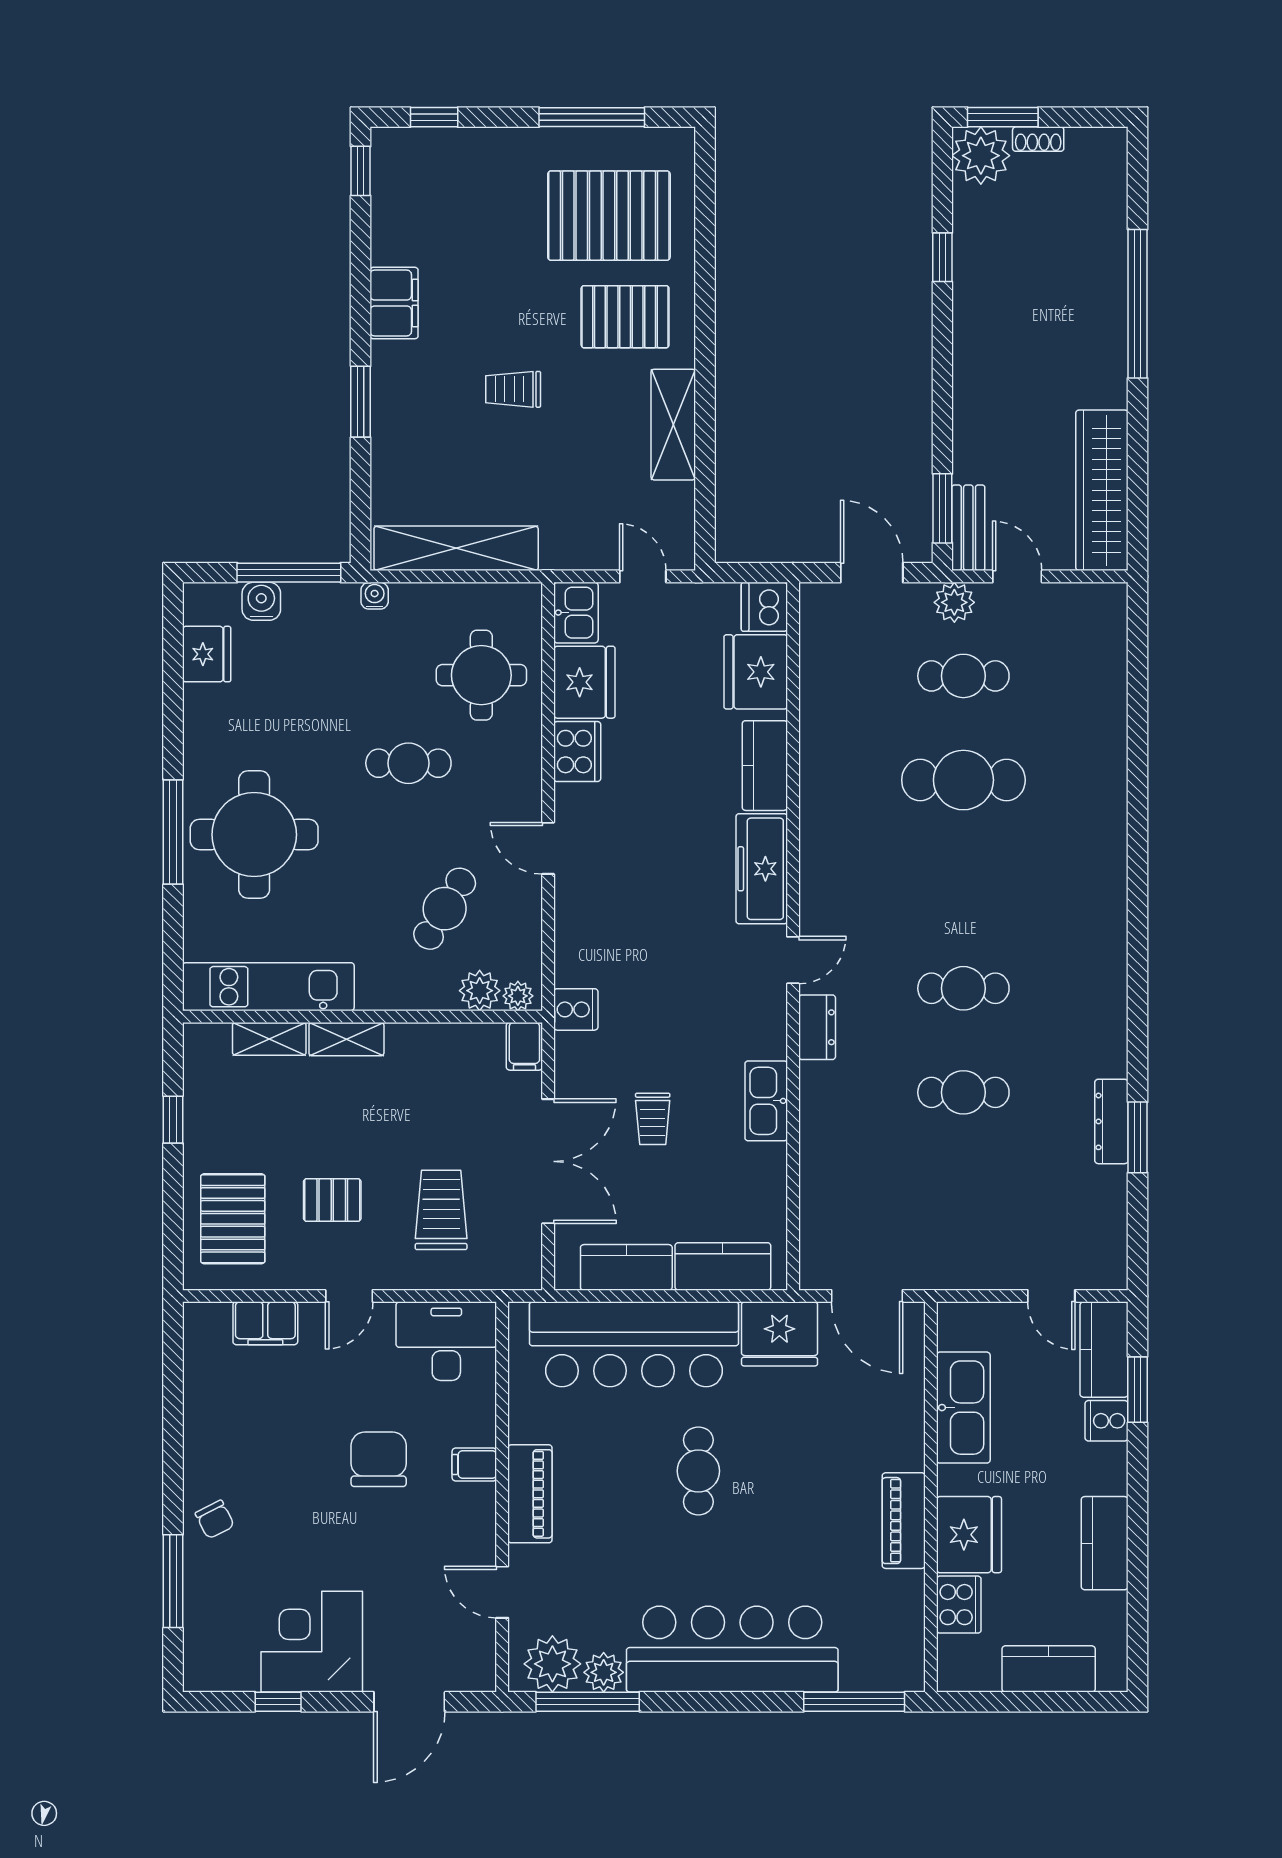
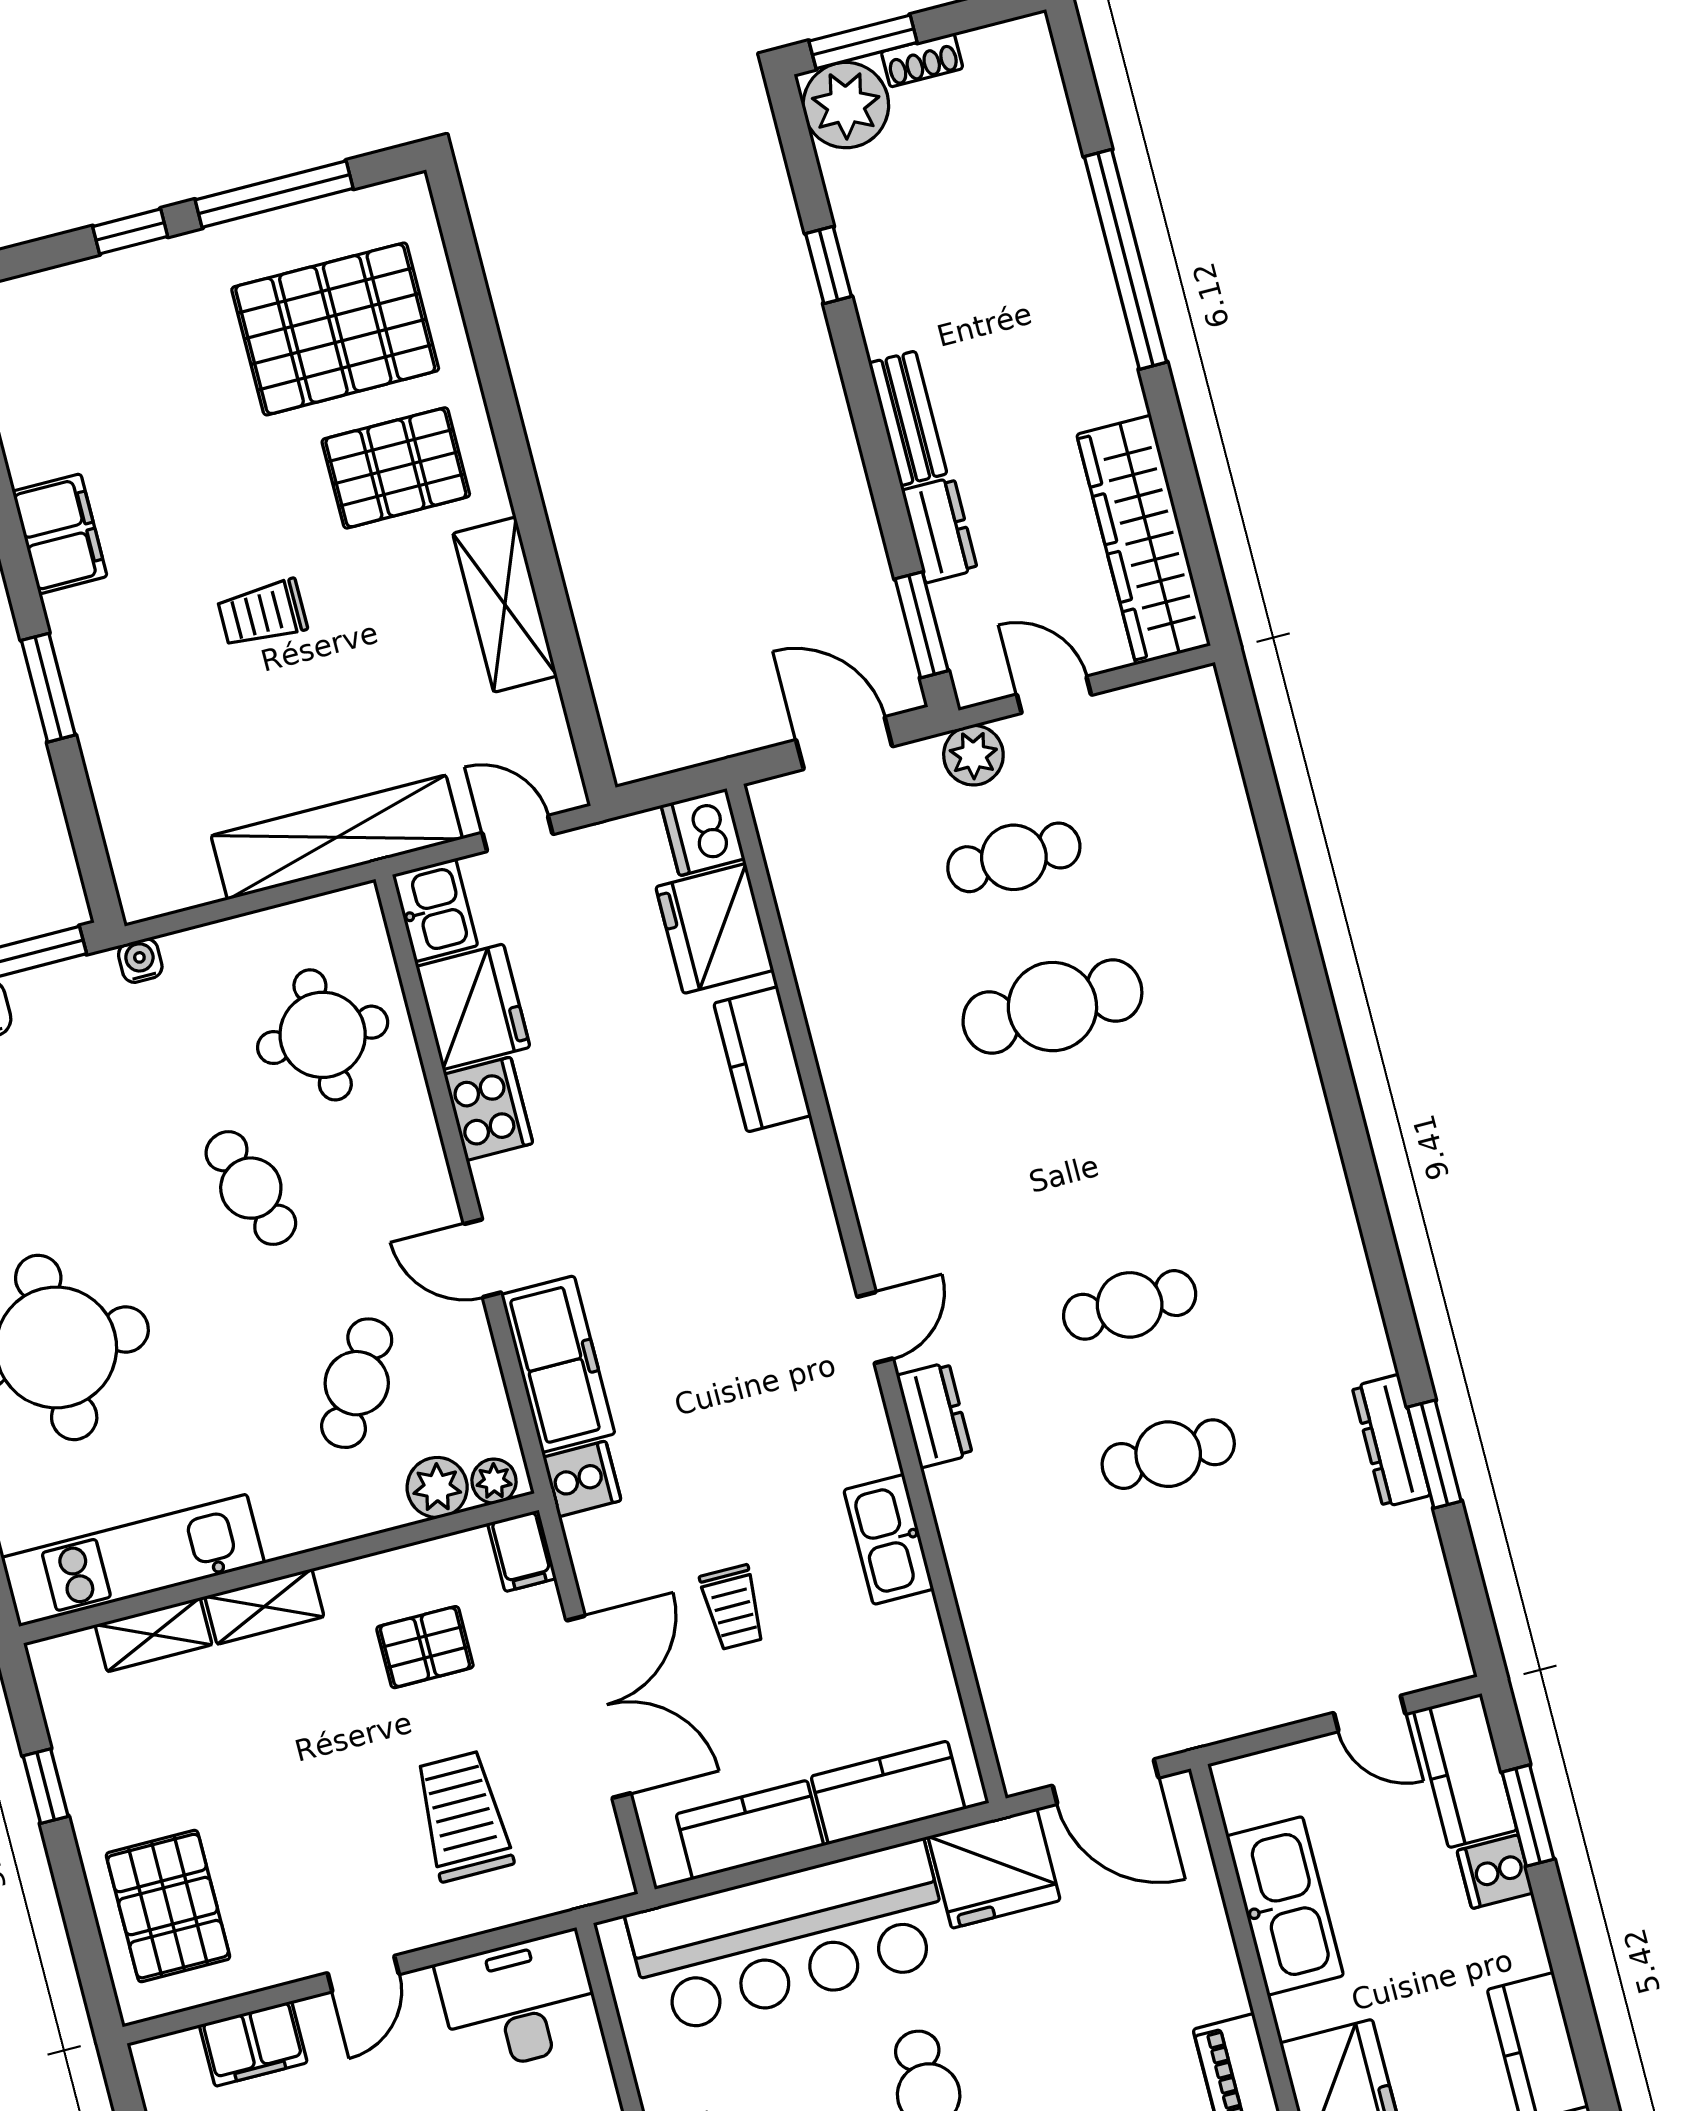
window: (434, 117) -> (130, 231), moved
dresser: (970, 449) -> (940, 530), added
bench: (968, 528) -> (908, 418), moved
shelving: (456, 548) -> (337, 837), moved
cafe table: (408, 763) -> (251, 1188), turned 71
freezer: (762, 869) -> (558, 1364), moved, turned 180
pallet: (332, 1200) -> (425, 1647), moved

